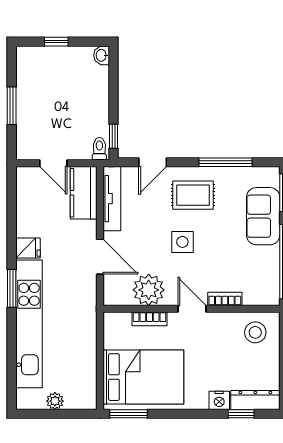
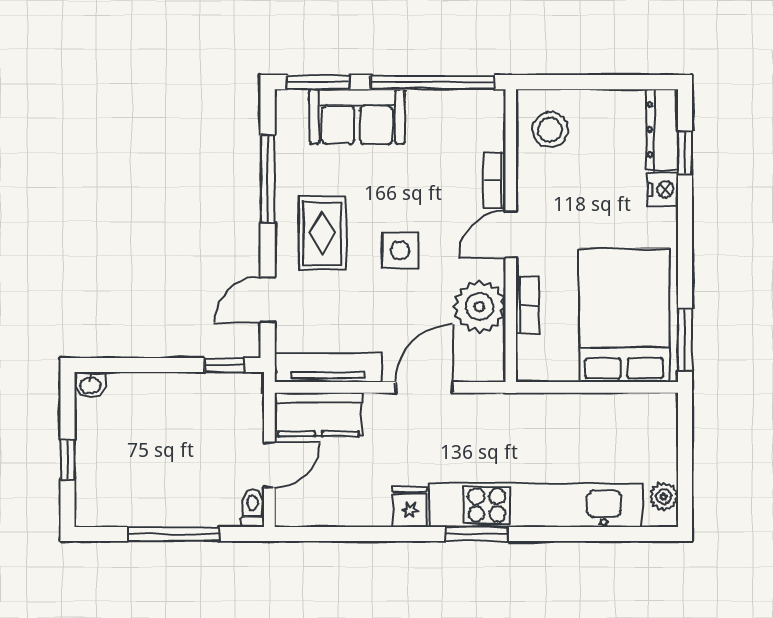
window: (12, 106) -> (174, 534), width x1.44
toilet: (99, 149) -> (253, 508), moved, turned 90
door: (153, 162) -> (268, 300), swing flipped
plant: (55, 401) -> (664, 497), moved

